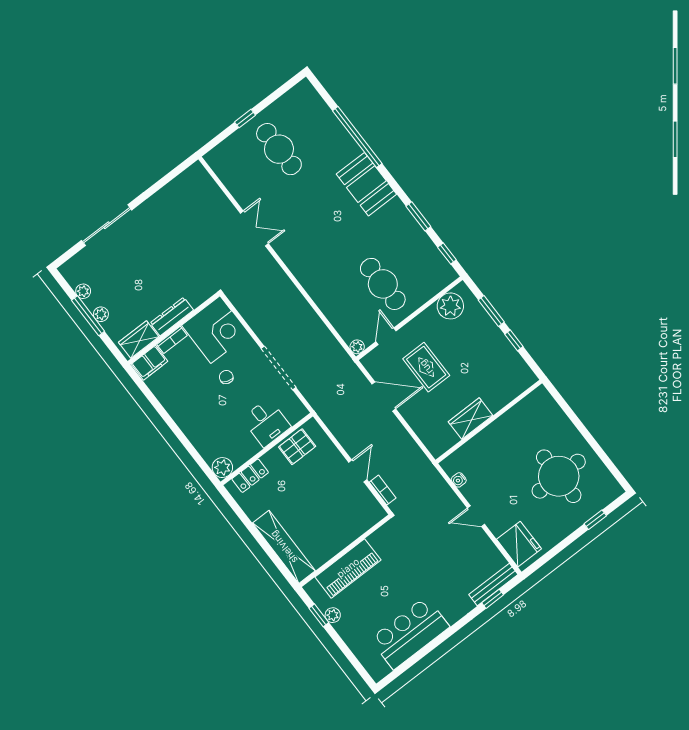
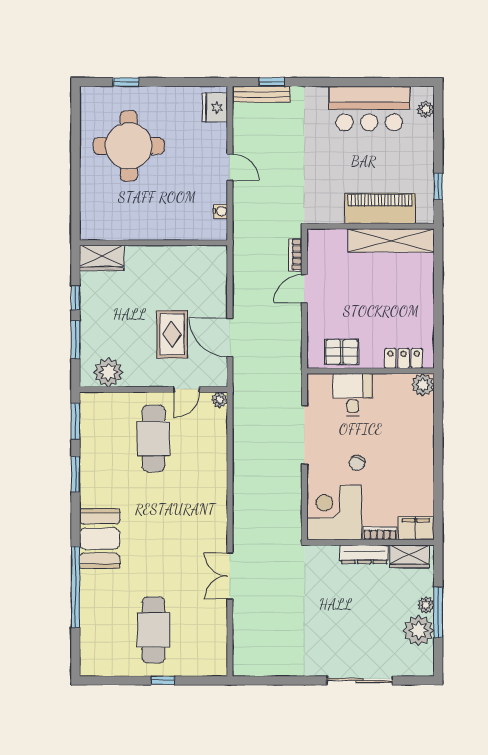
window: (447, 253) -> (75, 421), width x1.50
plant: (83, 291) -> (419, 630), width x1.88, depth x1.88
wardrobe: (470, 419) -> (102, 258), moved
fridge: (519, 544) -> (215, 107), width x0.73, depth x0.75
shelving: (284, 547) -> (391, 240), moved, turned 90
plant: (333, 615) -> (426, 109), moved

